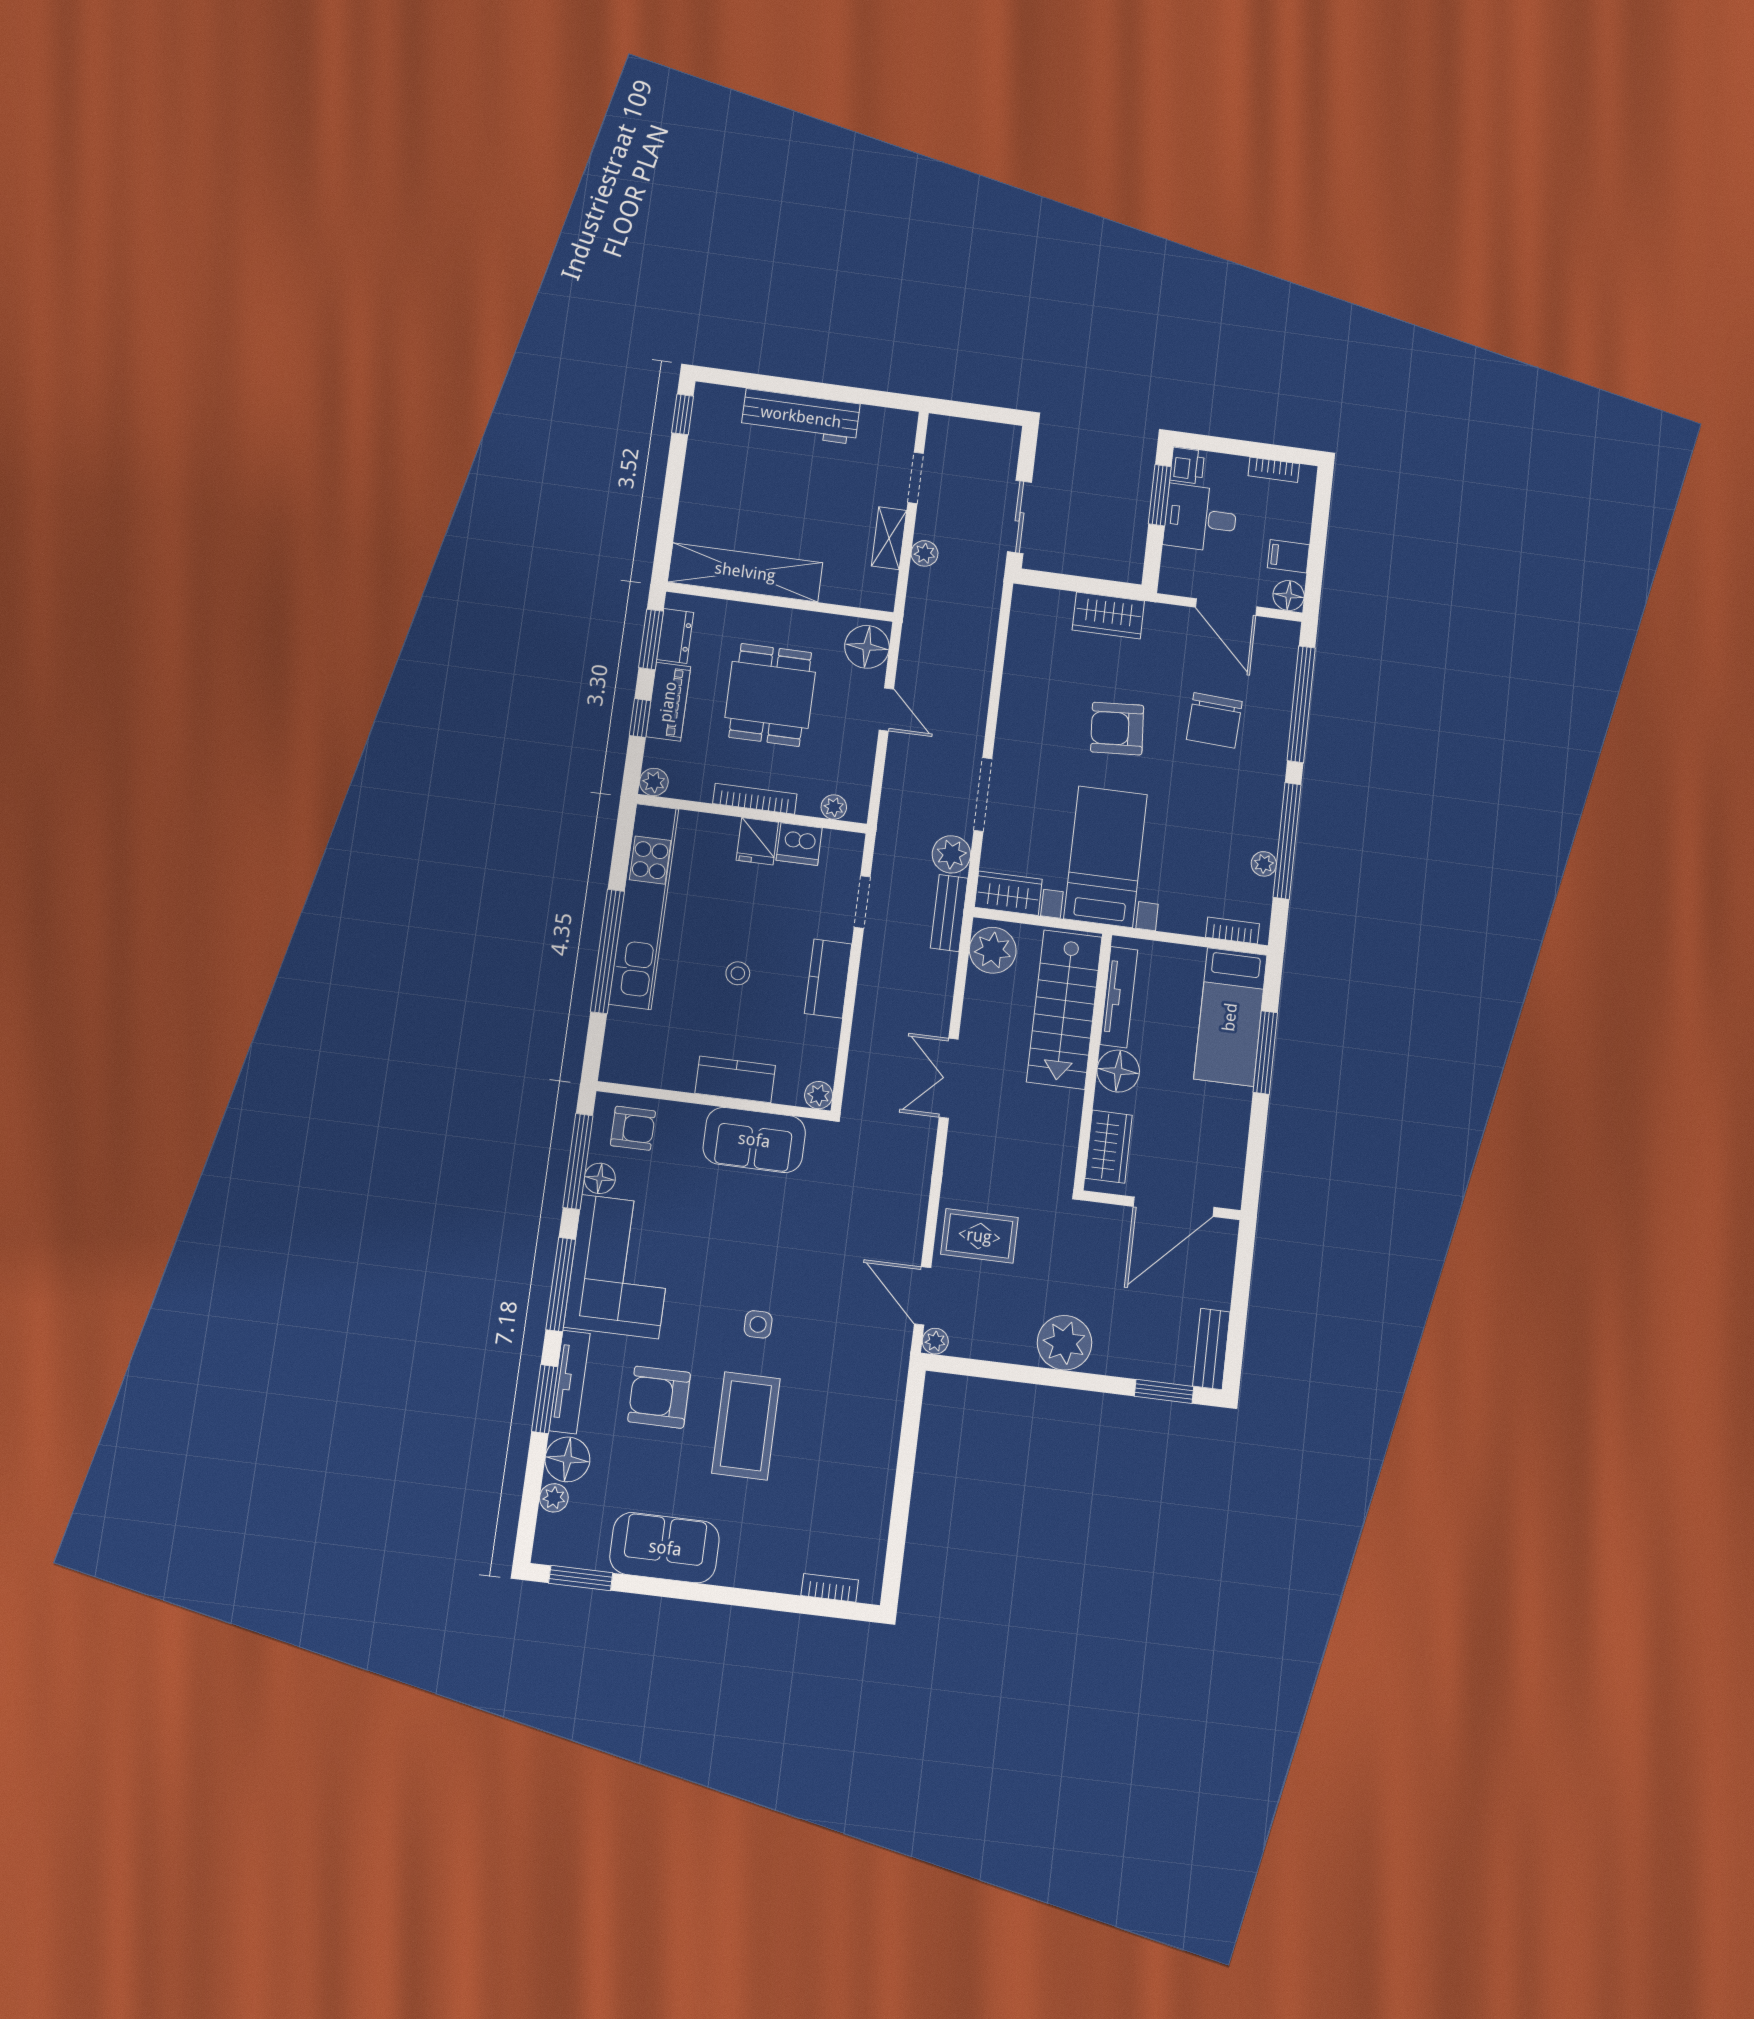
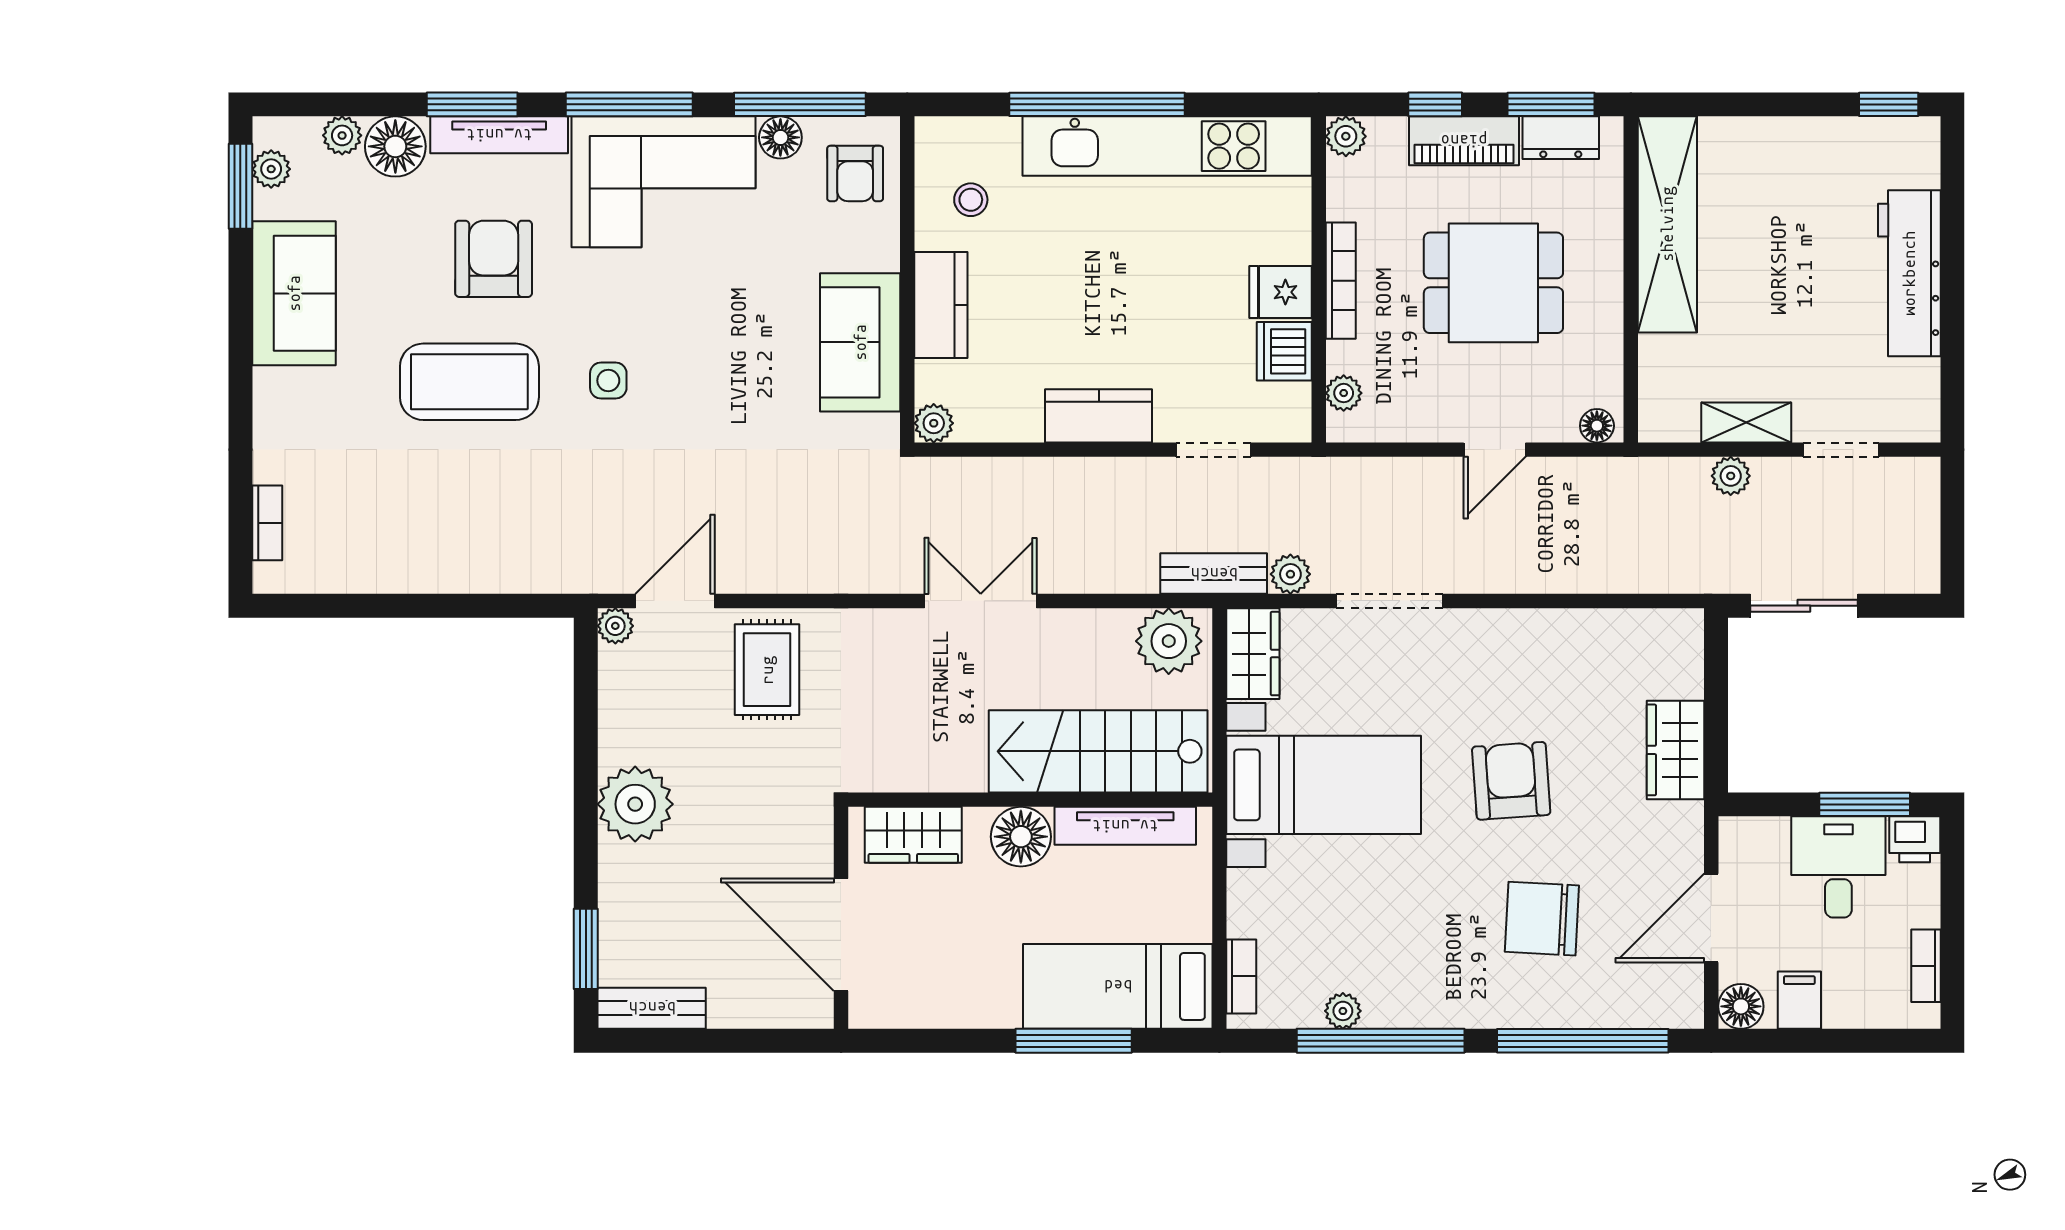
floor lamp: (867, 647) -> (1597, 426), width x0.53, depth x0.53
plant: (951, 854) -> (1290, 574), width x0.73, depth x0.73
stool: (738, 973) -> (971, 200), moved
plant: (571, 1554) -> (271, 169), added

